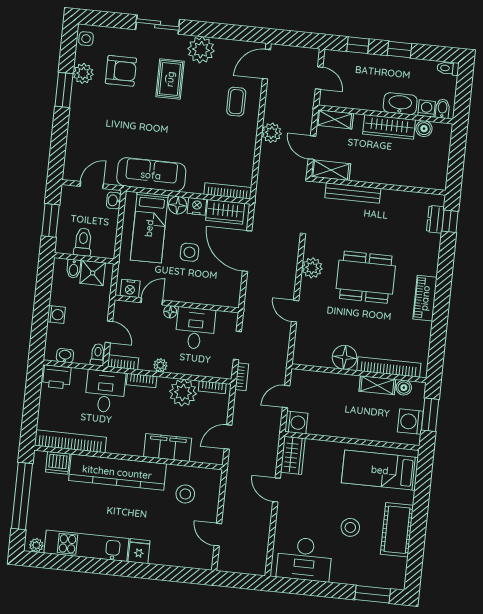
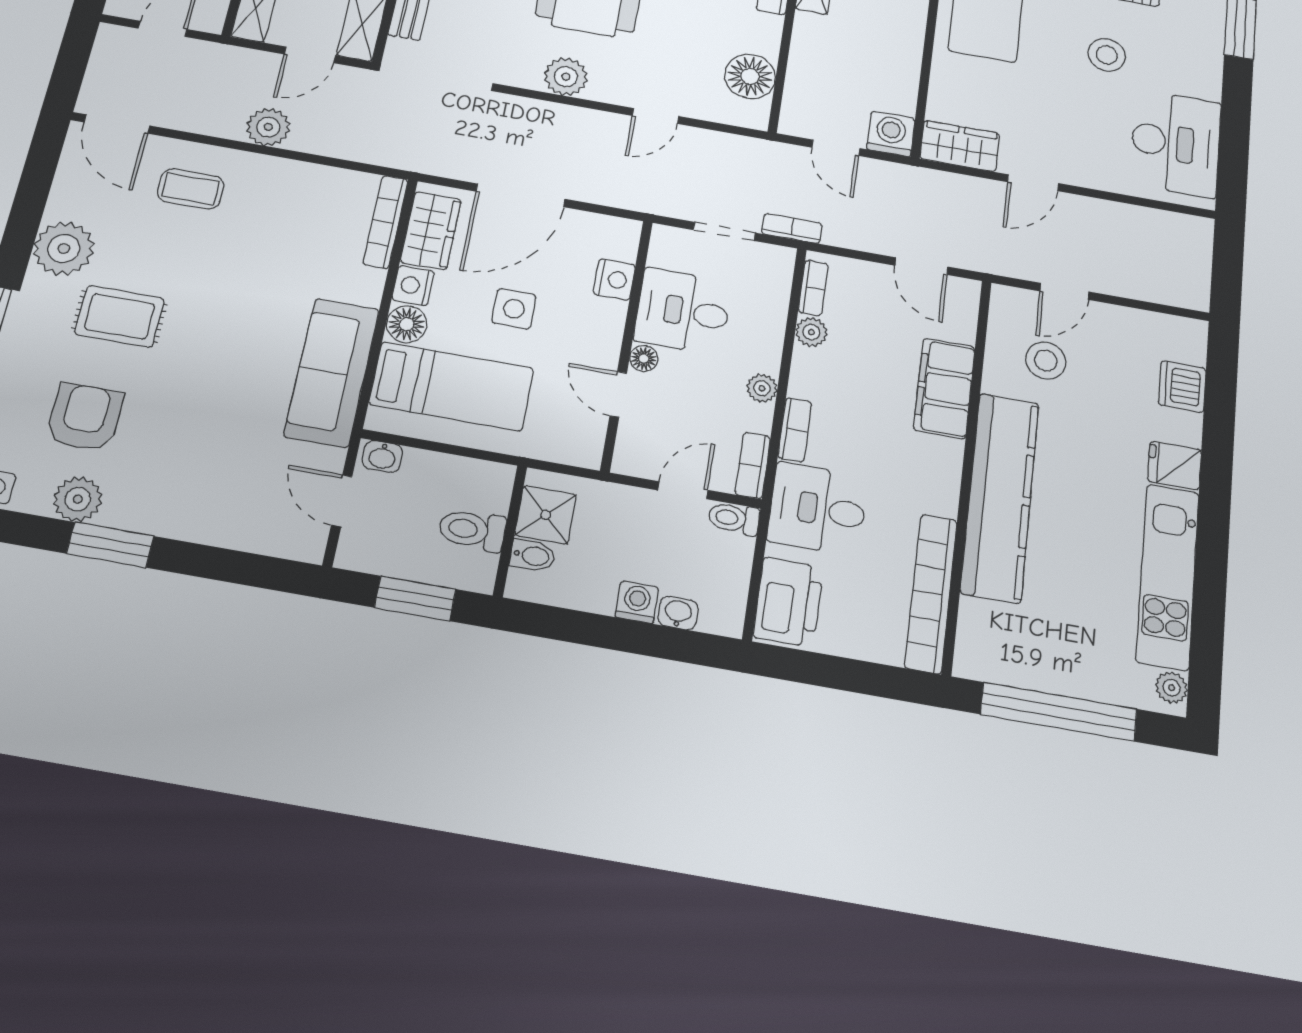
nightstand: (130, 288) -> (614, 279), moved
washbasin: (65, 356) -> (678, 613), moved, turned 90
floor lamp: (345, 357) -> (750, 76), moved
printer: (57, 377) -> (788, 602), width x1.37, depth x1.19
plant: (183, 393) -> (811, 332), width x0.53, depth x0.53
dishwasher: (58, 463) -> (1182, 387), moved, turned 180
door: (218, 535) -> (1065, 291), moved

